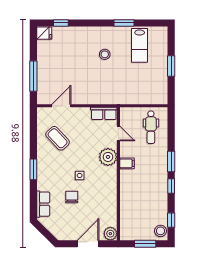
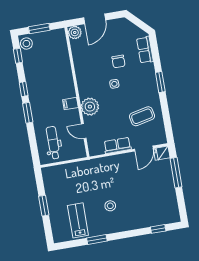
fridge: (44, 33) -> (162, 153), moved
row of seats: (104, 113) -> (117, 145), moved
coffee table: (58, 138) -> (142, 116), turned -59

